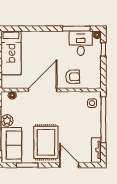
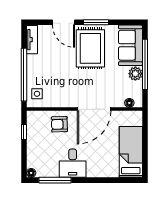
desk: (81, 43) -> (73, 163), moved
window: (103, 49) -> (24, 132), moved
window: (27, 165) -> (96, 22), moved

